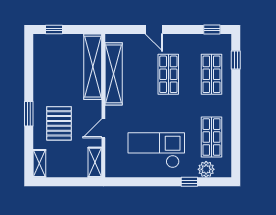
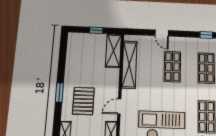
window: (54, 30) -> (96, 30), moved
shelving: (93, 67) -> (113, 51), width x0.68

